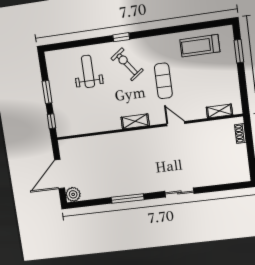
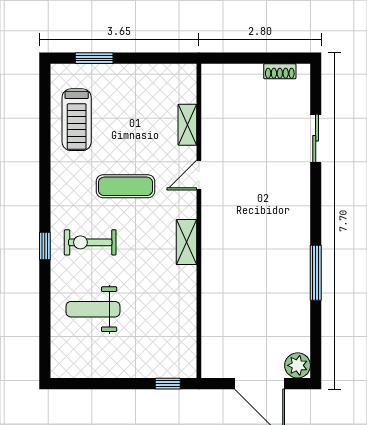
exercise bike: (127, 64) -> (90, 242), turned 36
window: (47, 92) -> (118, 384), removed
shelving: (219, 111) -> (187, 125), moved
shoe rack: (240, 134) -> (280, 71), moved
sliding door: (179, 192) -> (316, 138), moved

